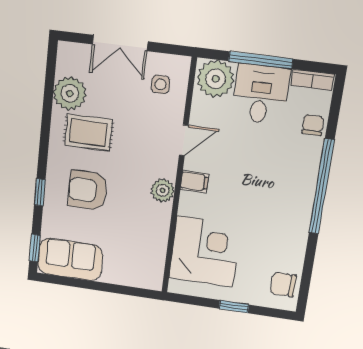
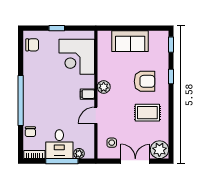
plant: (216, 79) -> (79, 154), width x0.53, depth x0.53
plant: (70, 93) -> (159, 150), moved
sofa: (70, 259) -> (130, 41), moved

